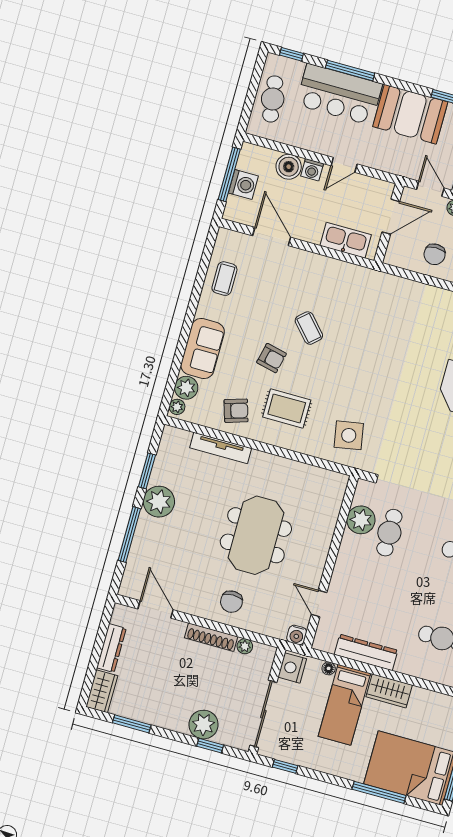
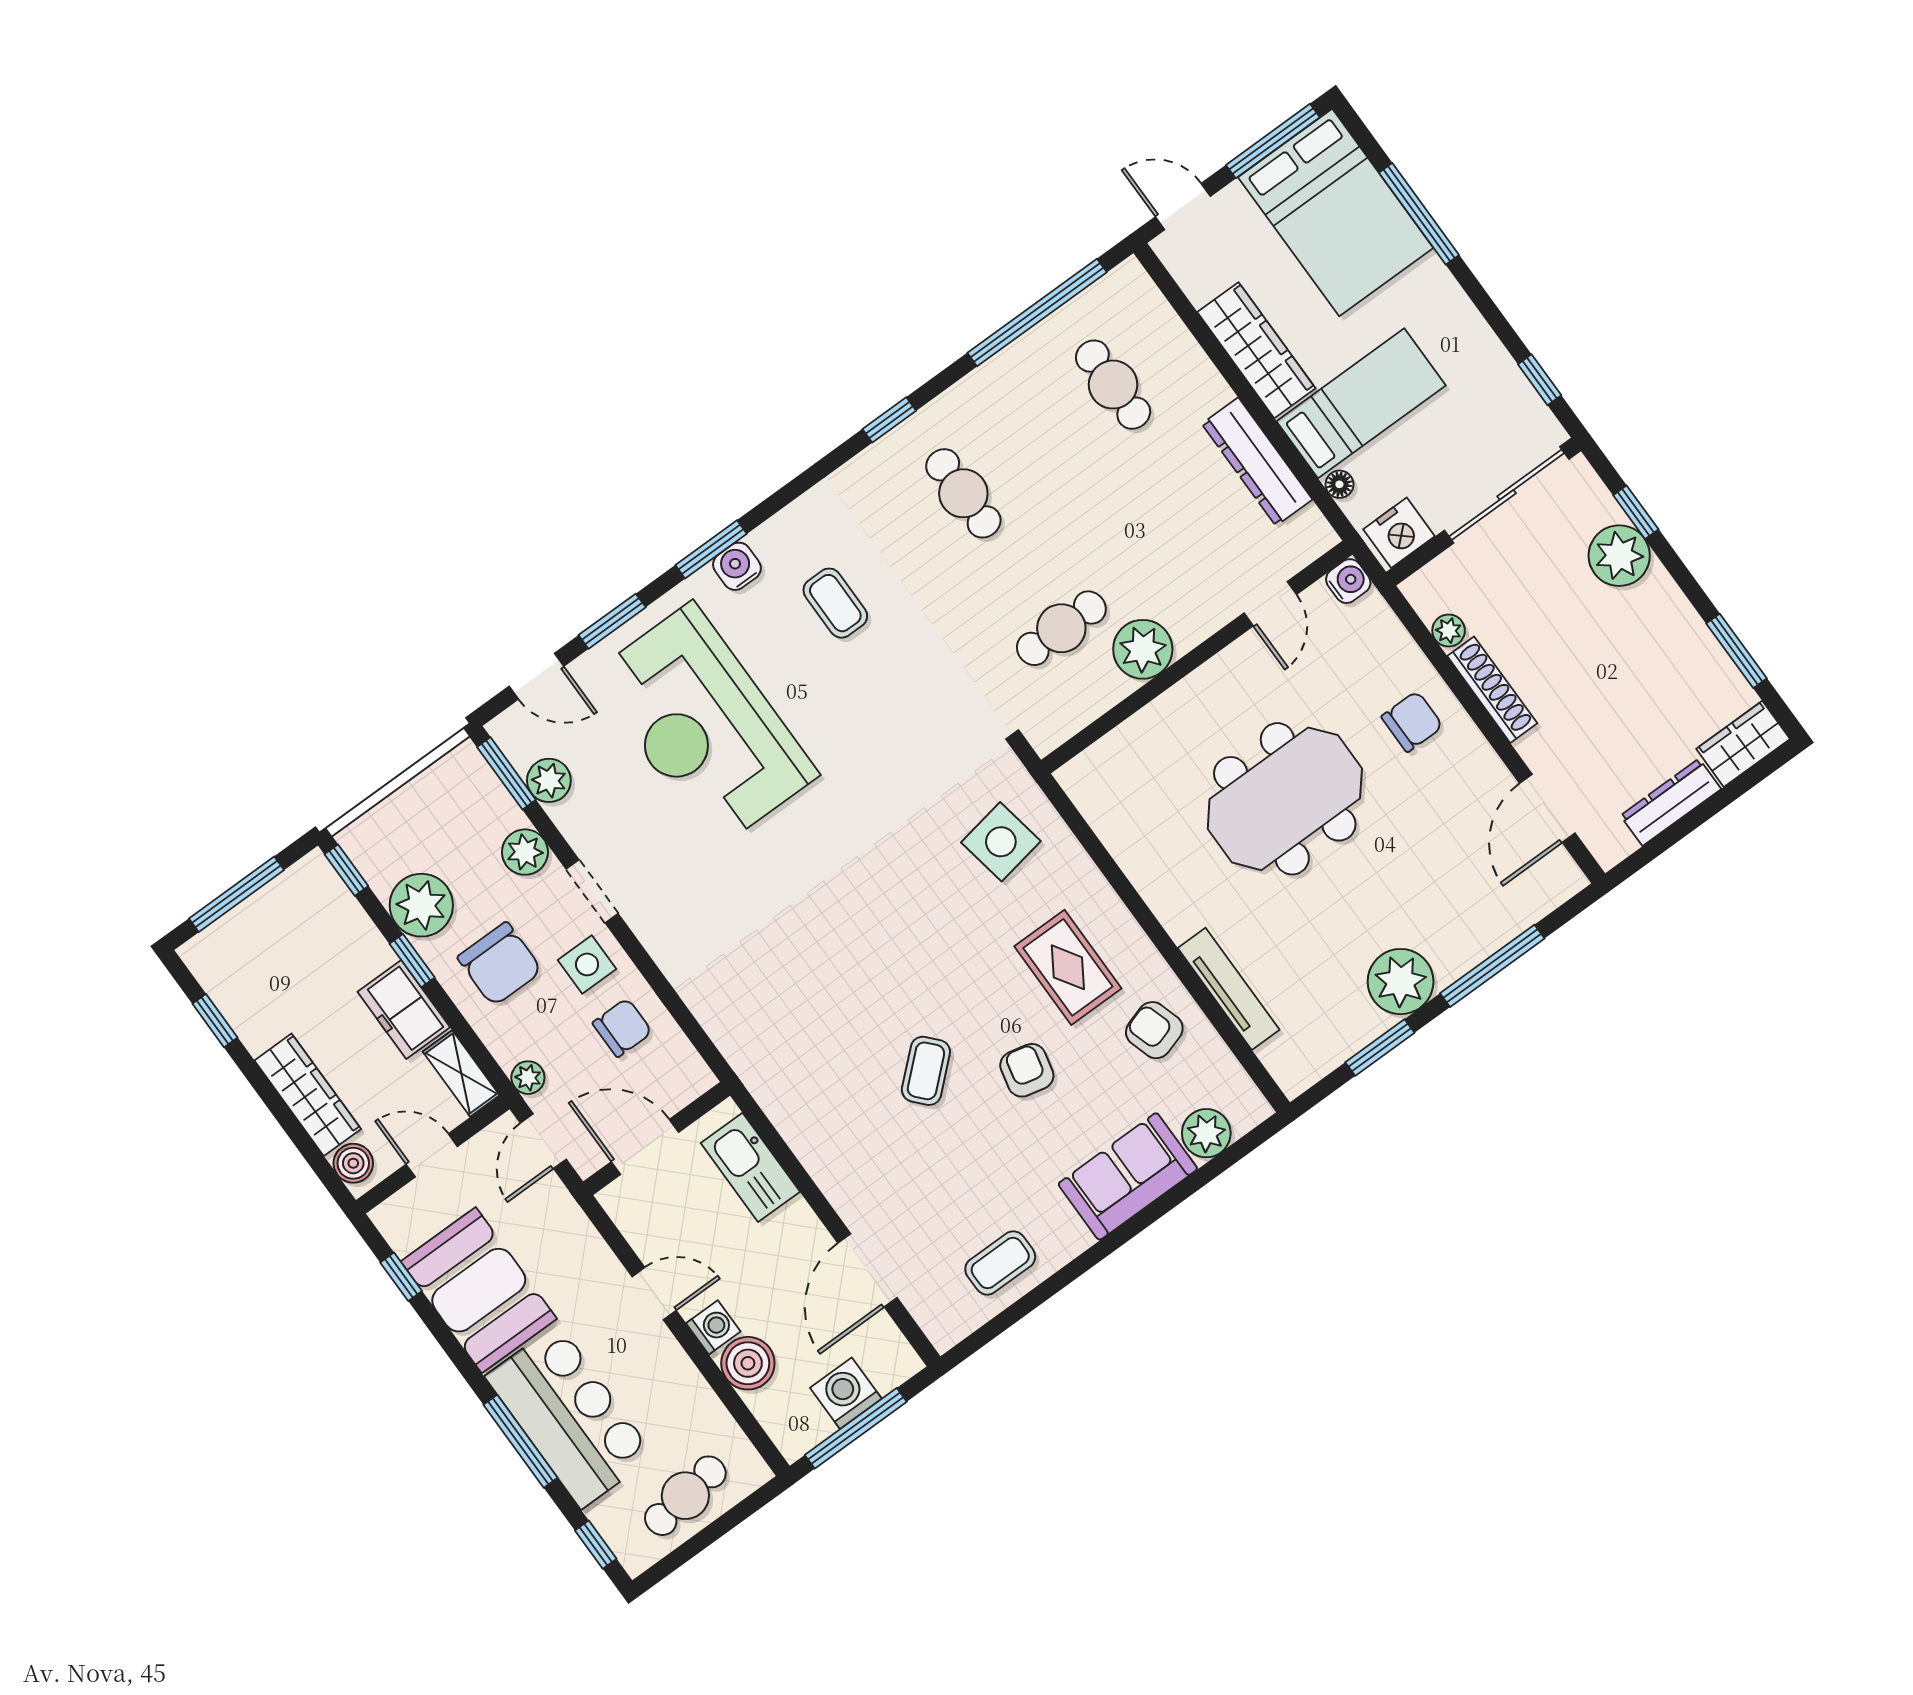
plant: (177, 407) -> (1247, 1114), removed
plant: (361, 520) -> (1143, 649), moved
wardrobe: (389, 691) -> (1256, 350), width x1.50

